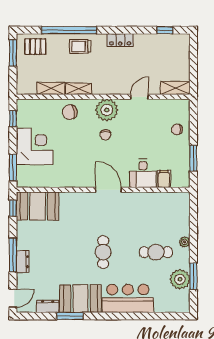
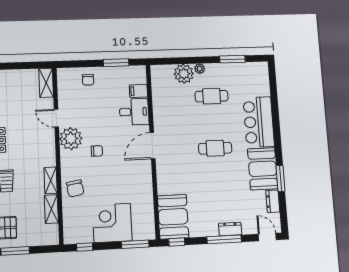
plant: (107, 110) -> (71, 139), moved
cafe table: (156, 252) -> (212, 96), turned 90
plant: (180, 279) -> (184, 74), moved

